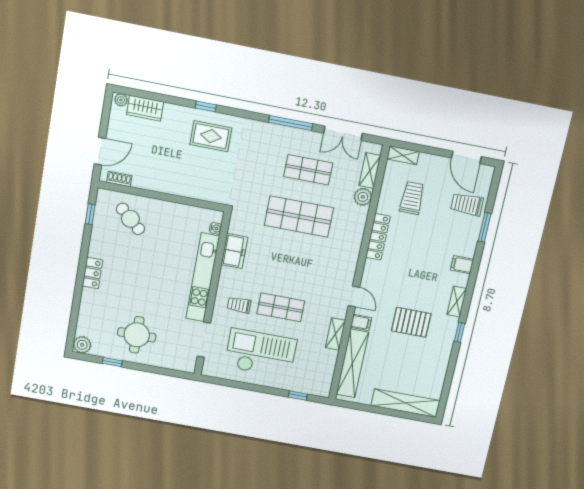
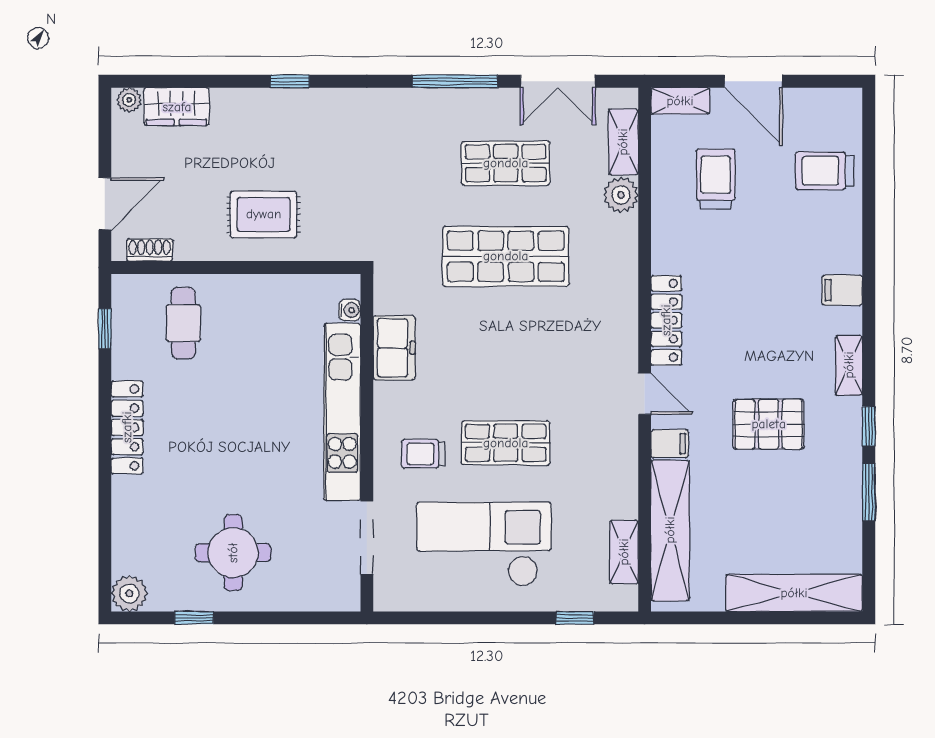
rug: (211, 136) -> (264, 214), moved
door: (466, 157) -> (753, 81), moved
cafe table: (130, 219) -> (183, 323), turned 48
window: (485, 227) -> (869, 492), moved
locker: (378, 237) -> (666, 320), moved
locker: (92, 273) -> (127, 427), width x1.53
shelving: (335, 334) -> (624, 552), moved

